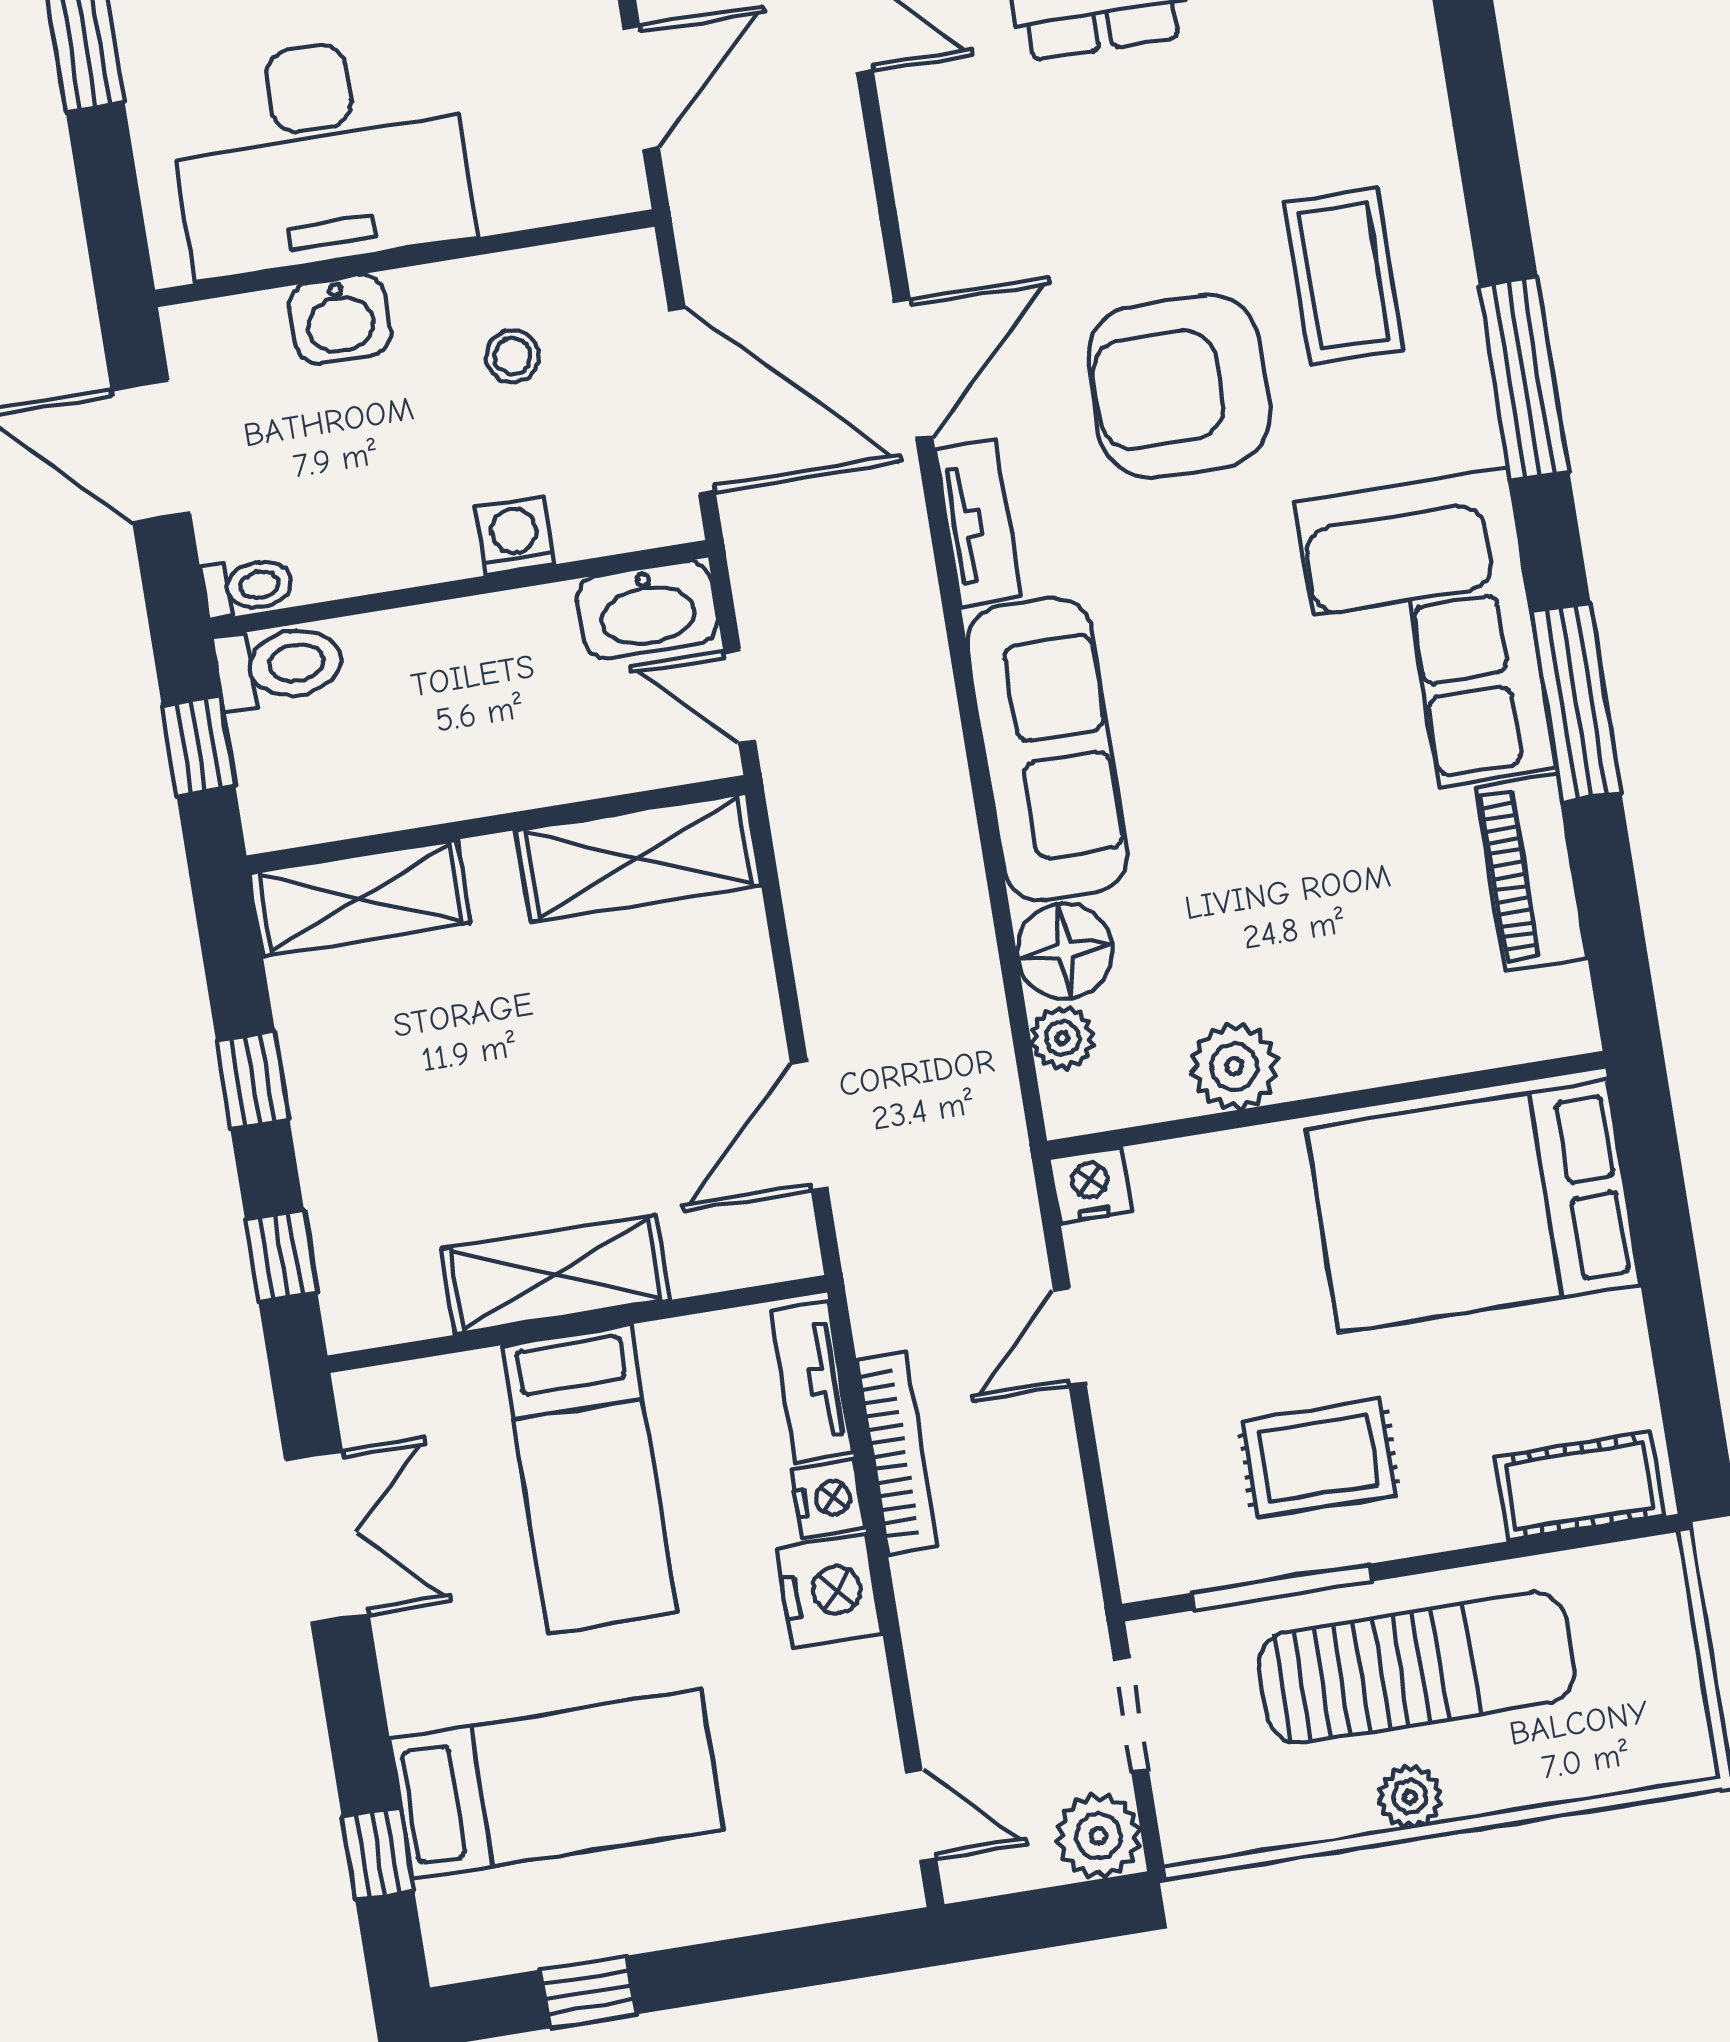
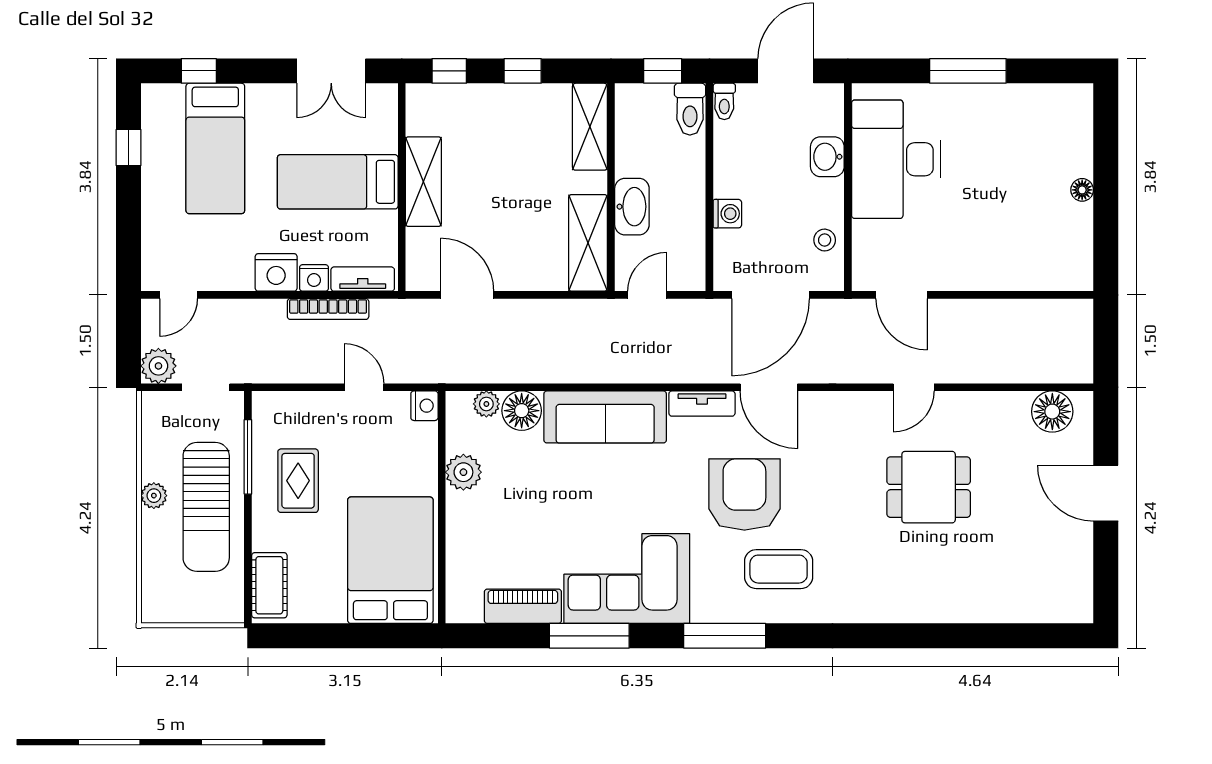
stool: (513, 356) -> (825, 240), moved
washbasin: (647, 610) -> (632, 207), moved, turned 180

